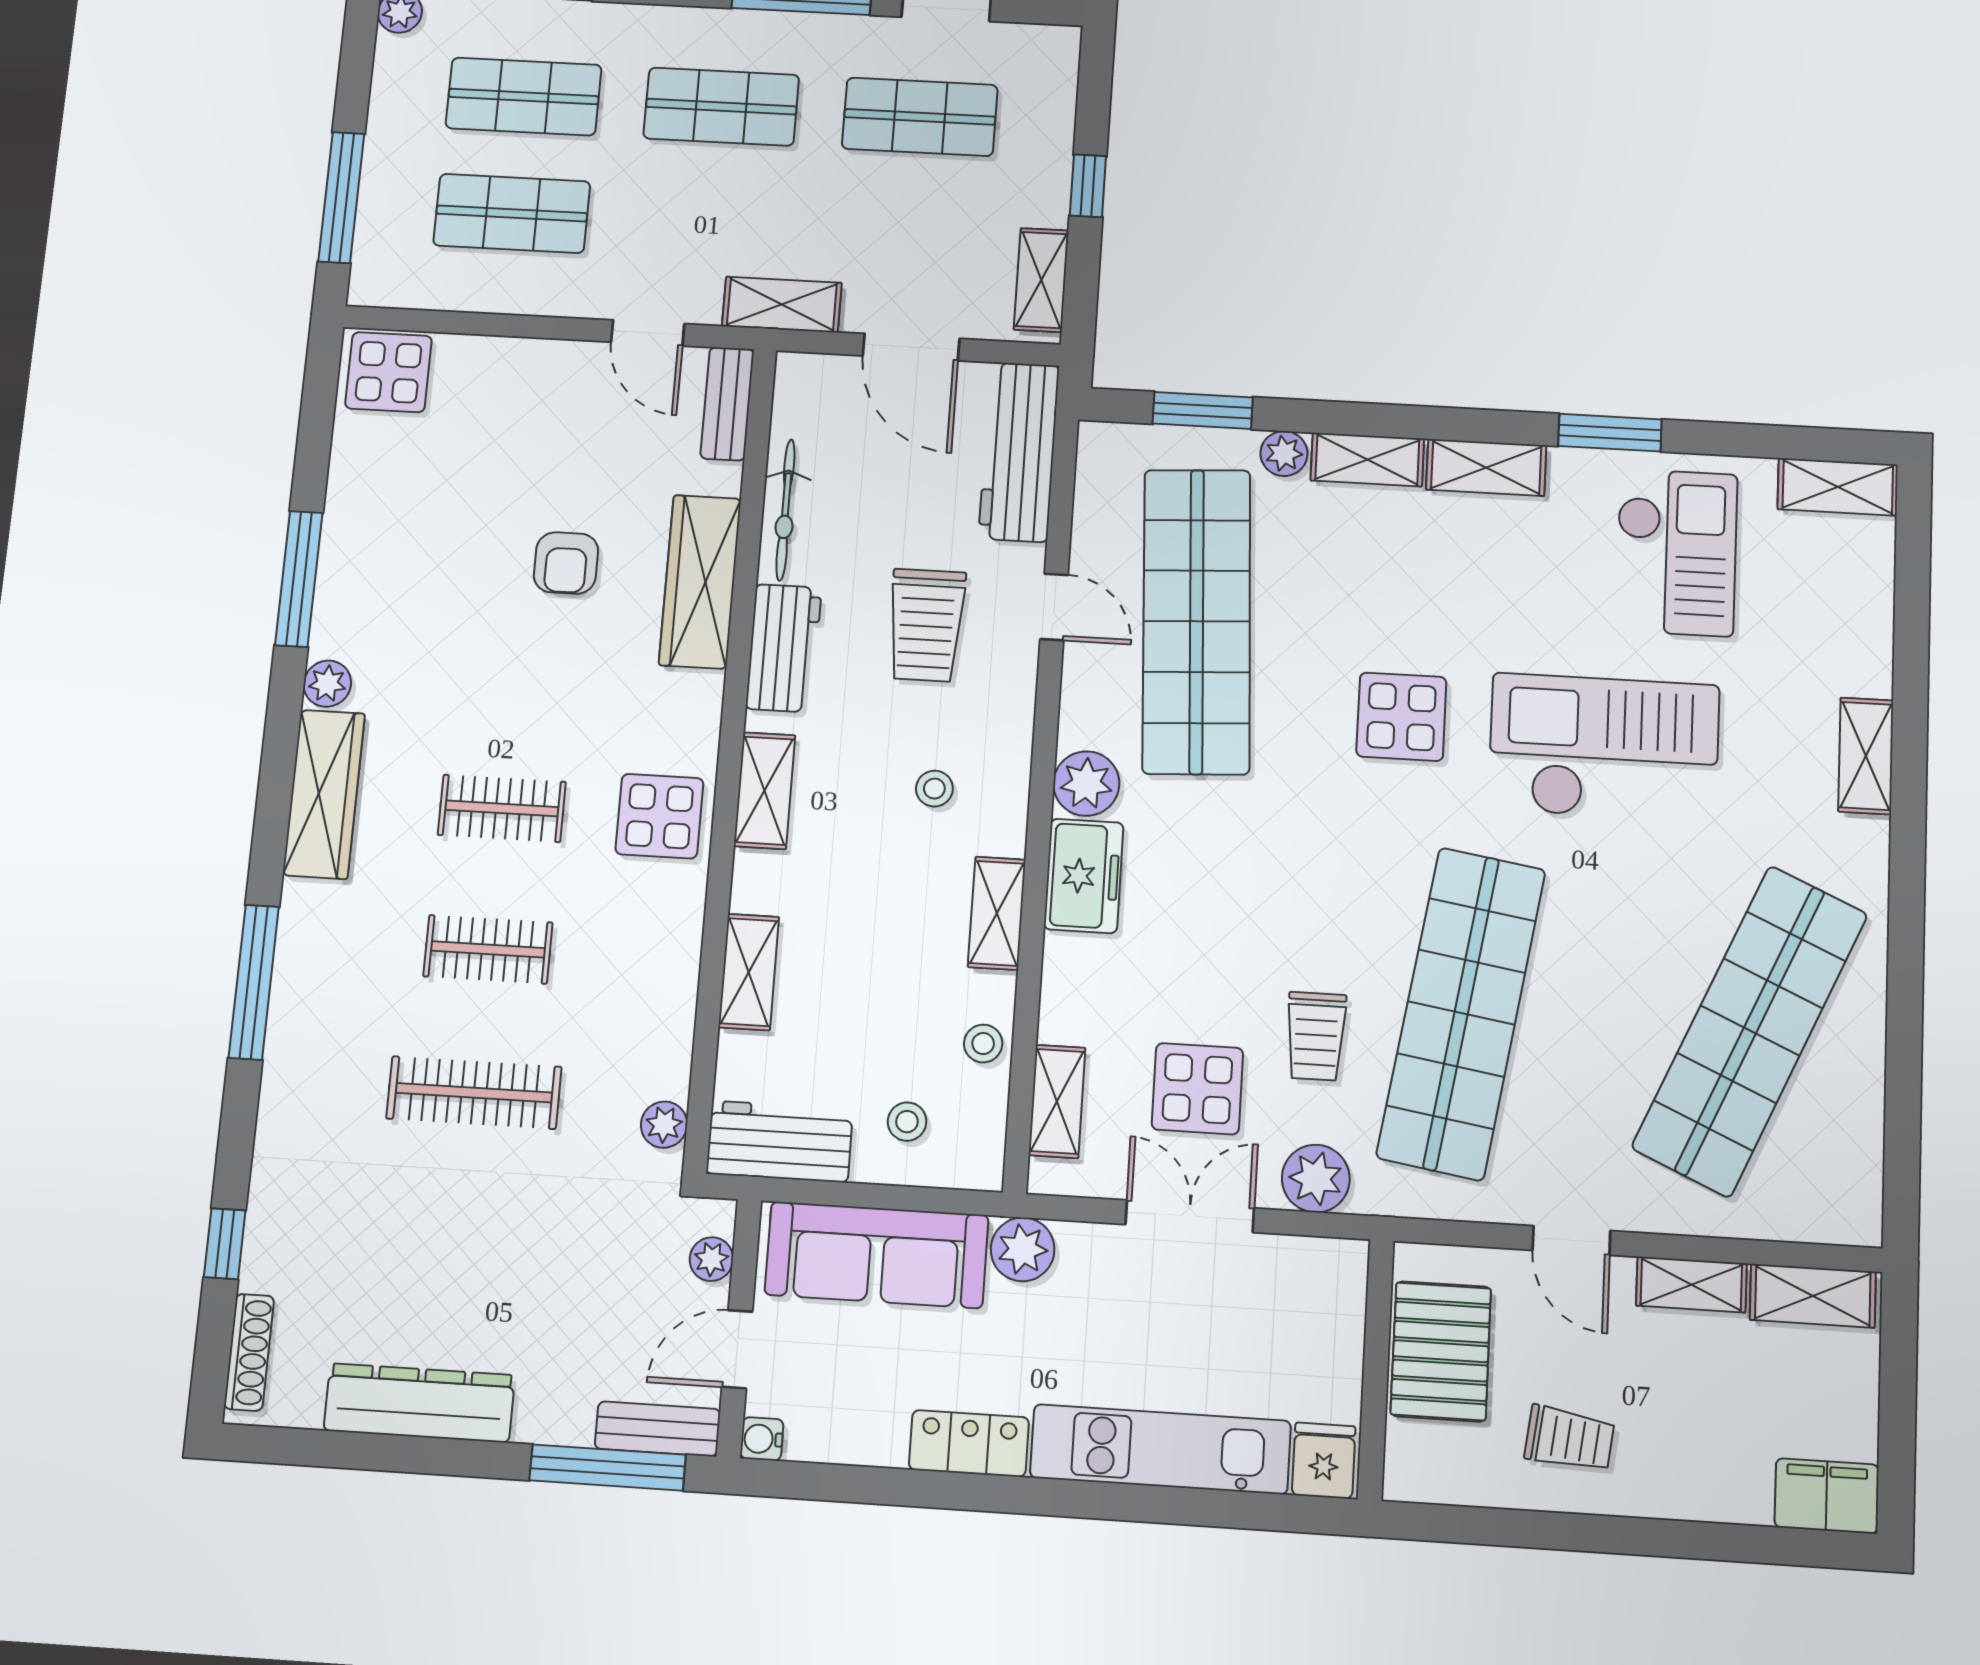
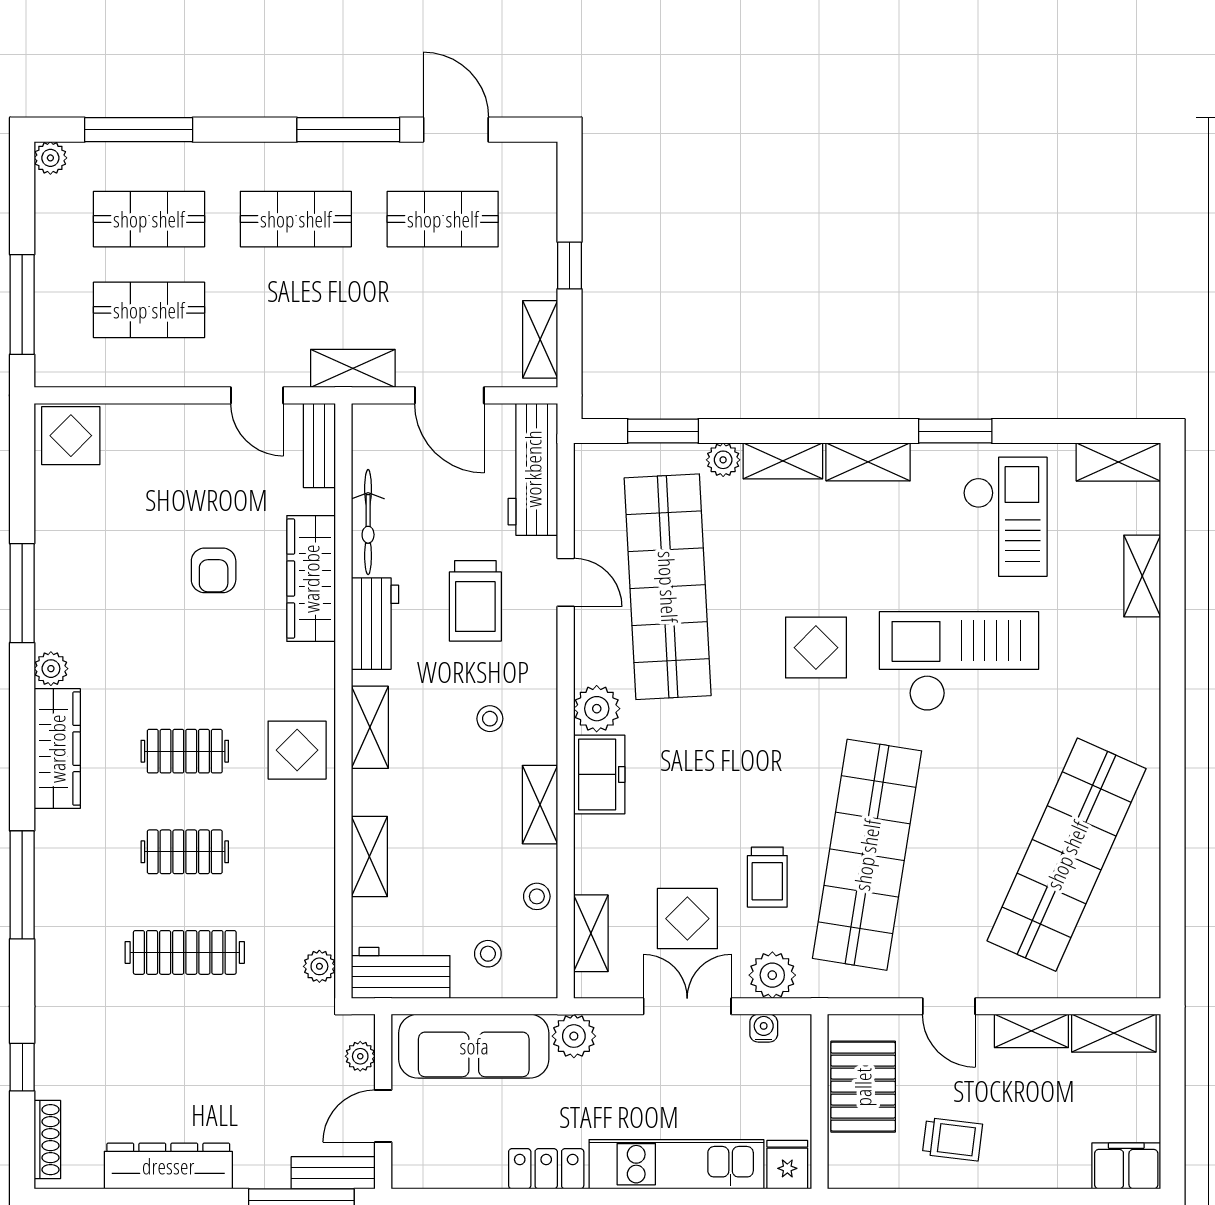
shelving: (1866, 756) -> (1142, 576), moved
water cooler: (762, 1439) -> (764, 1028), moved, turned 90

